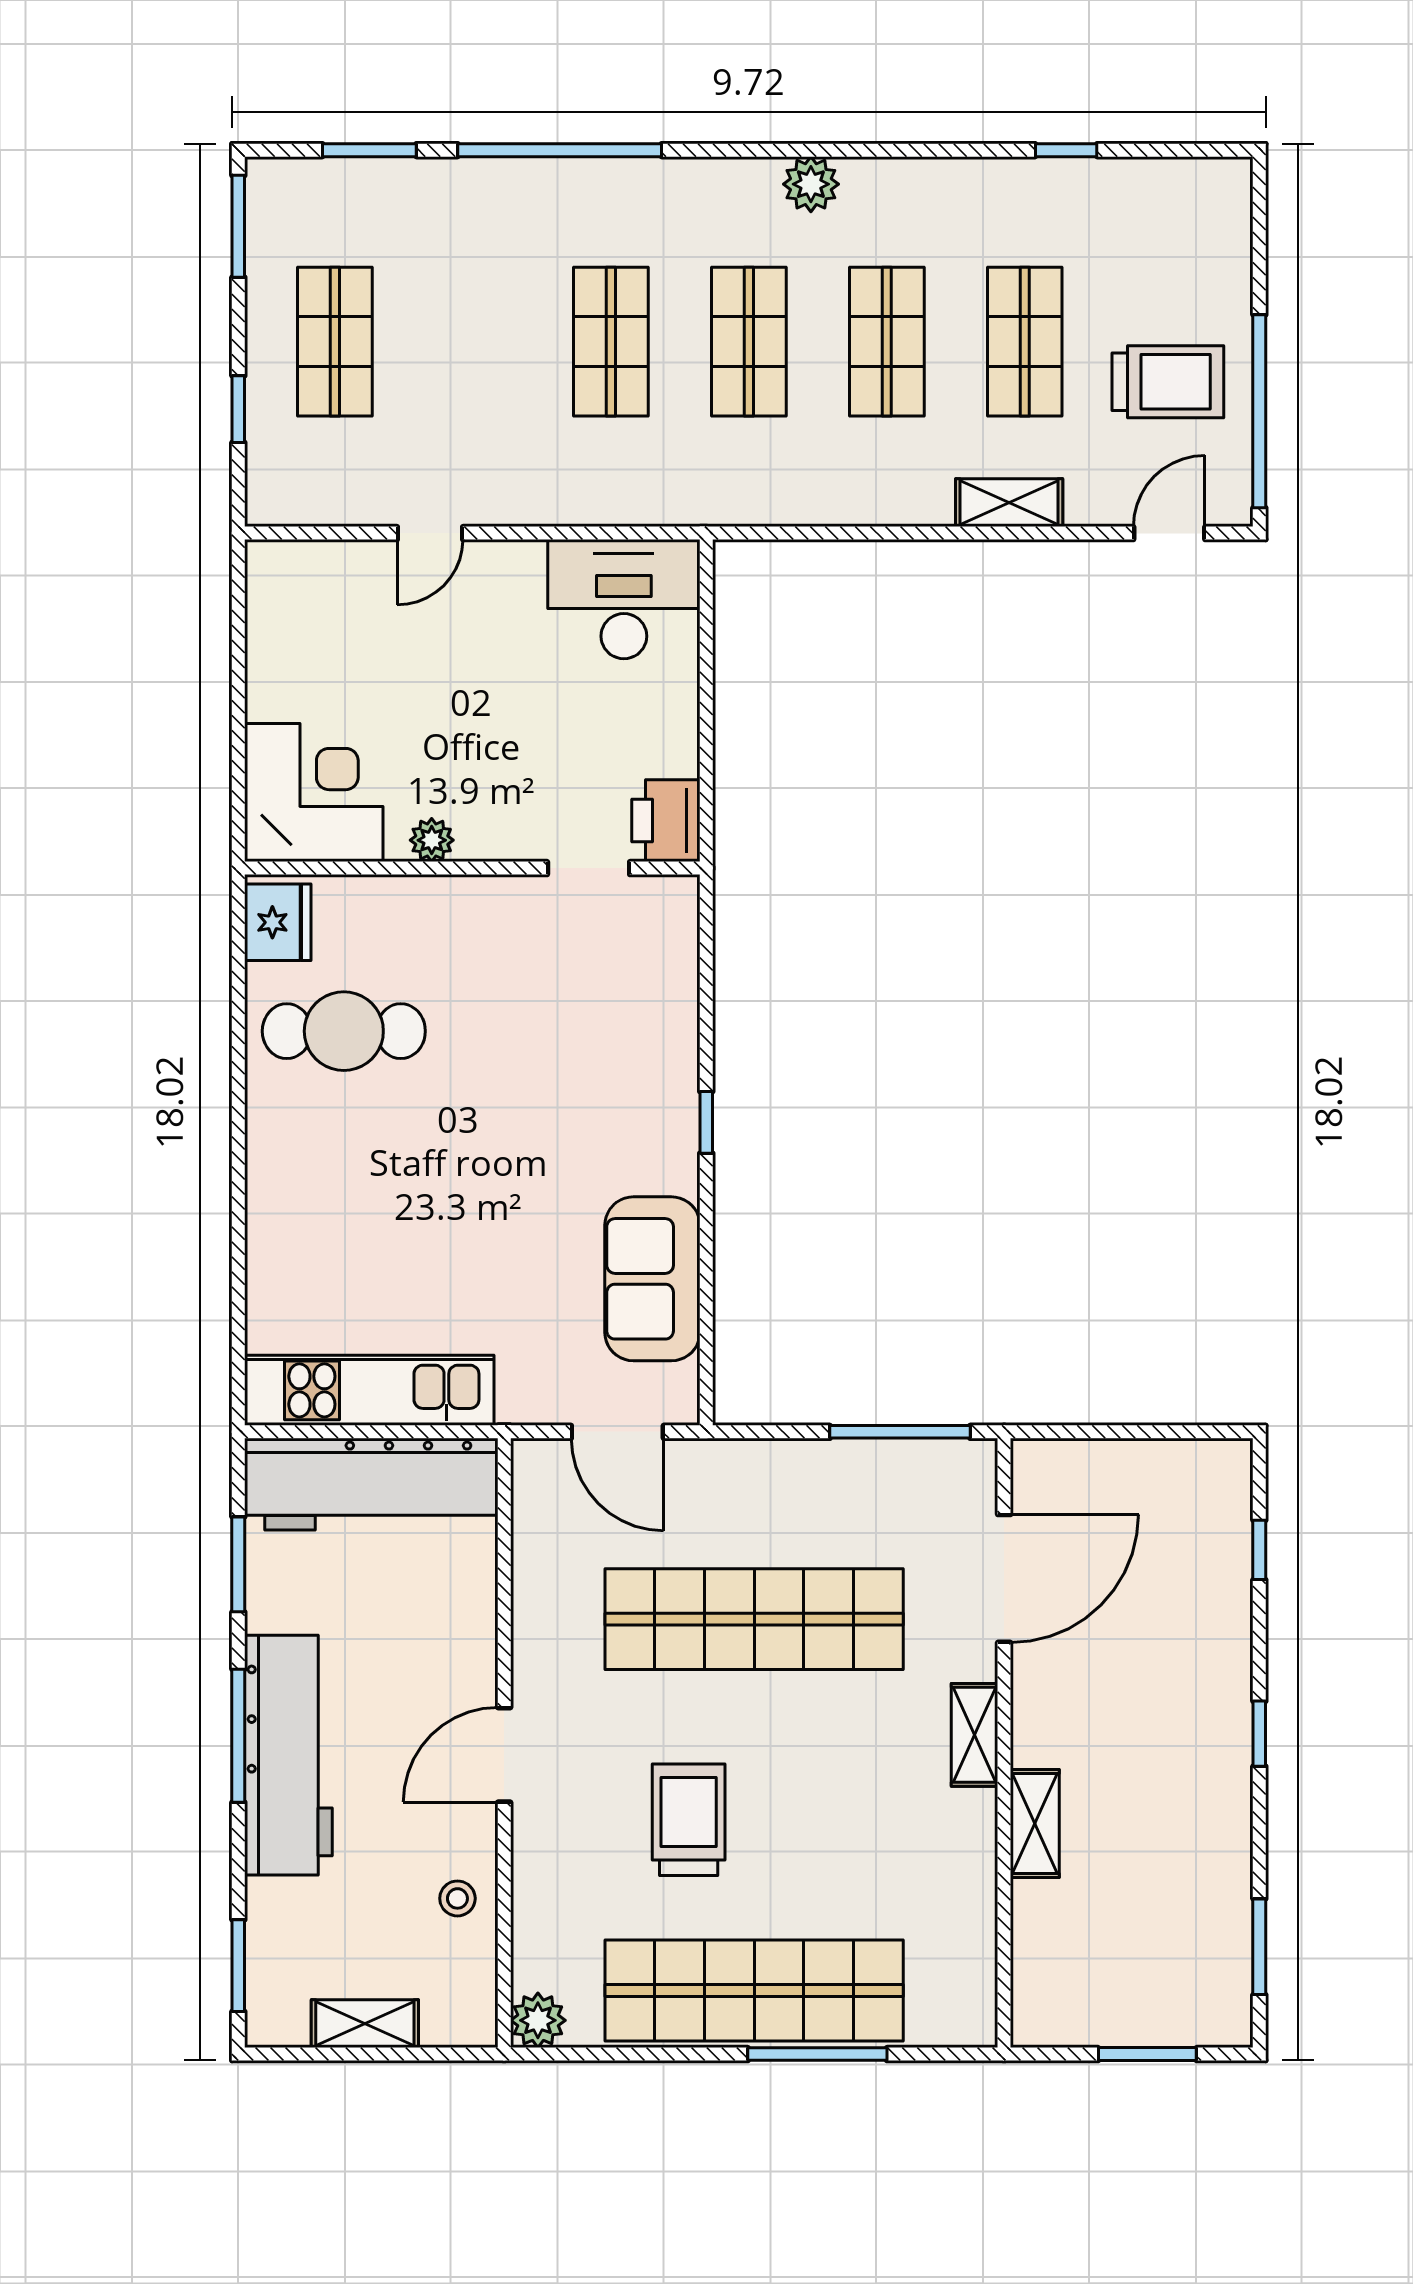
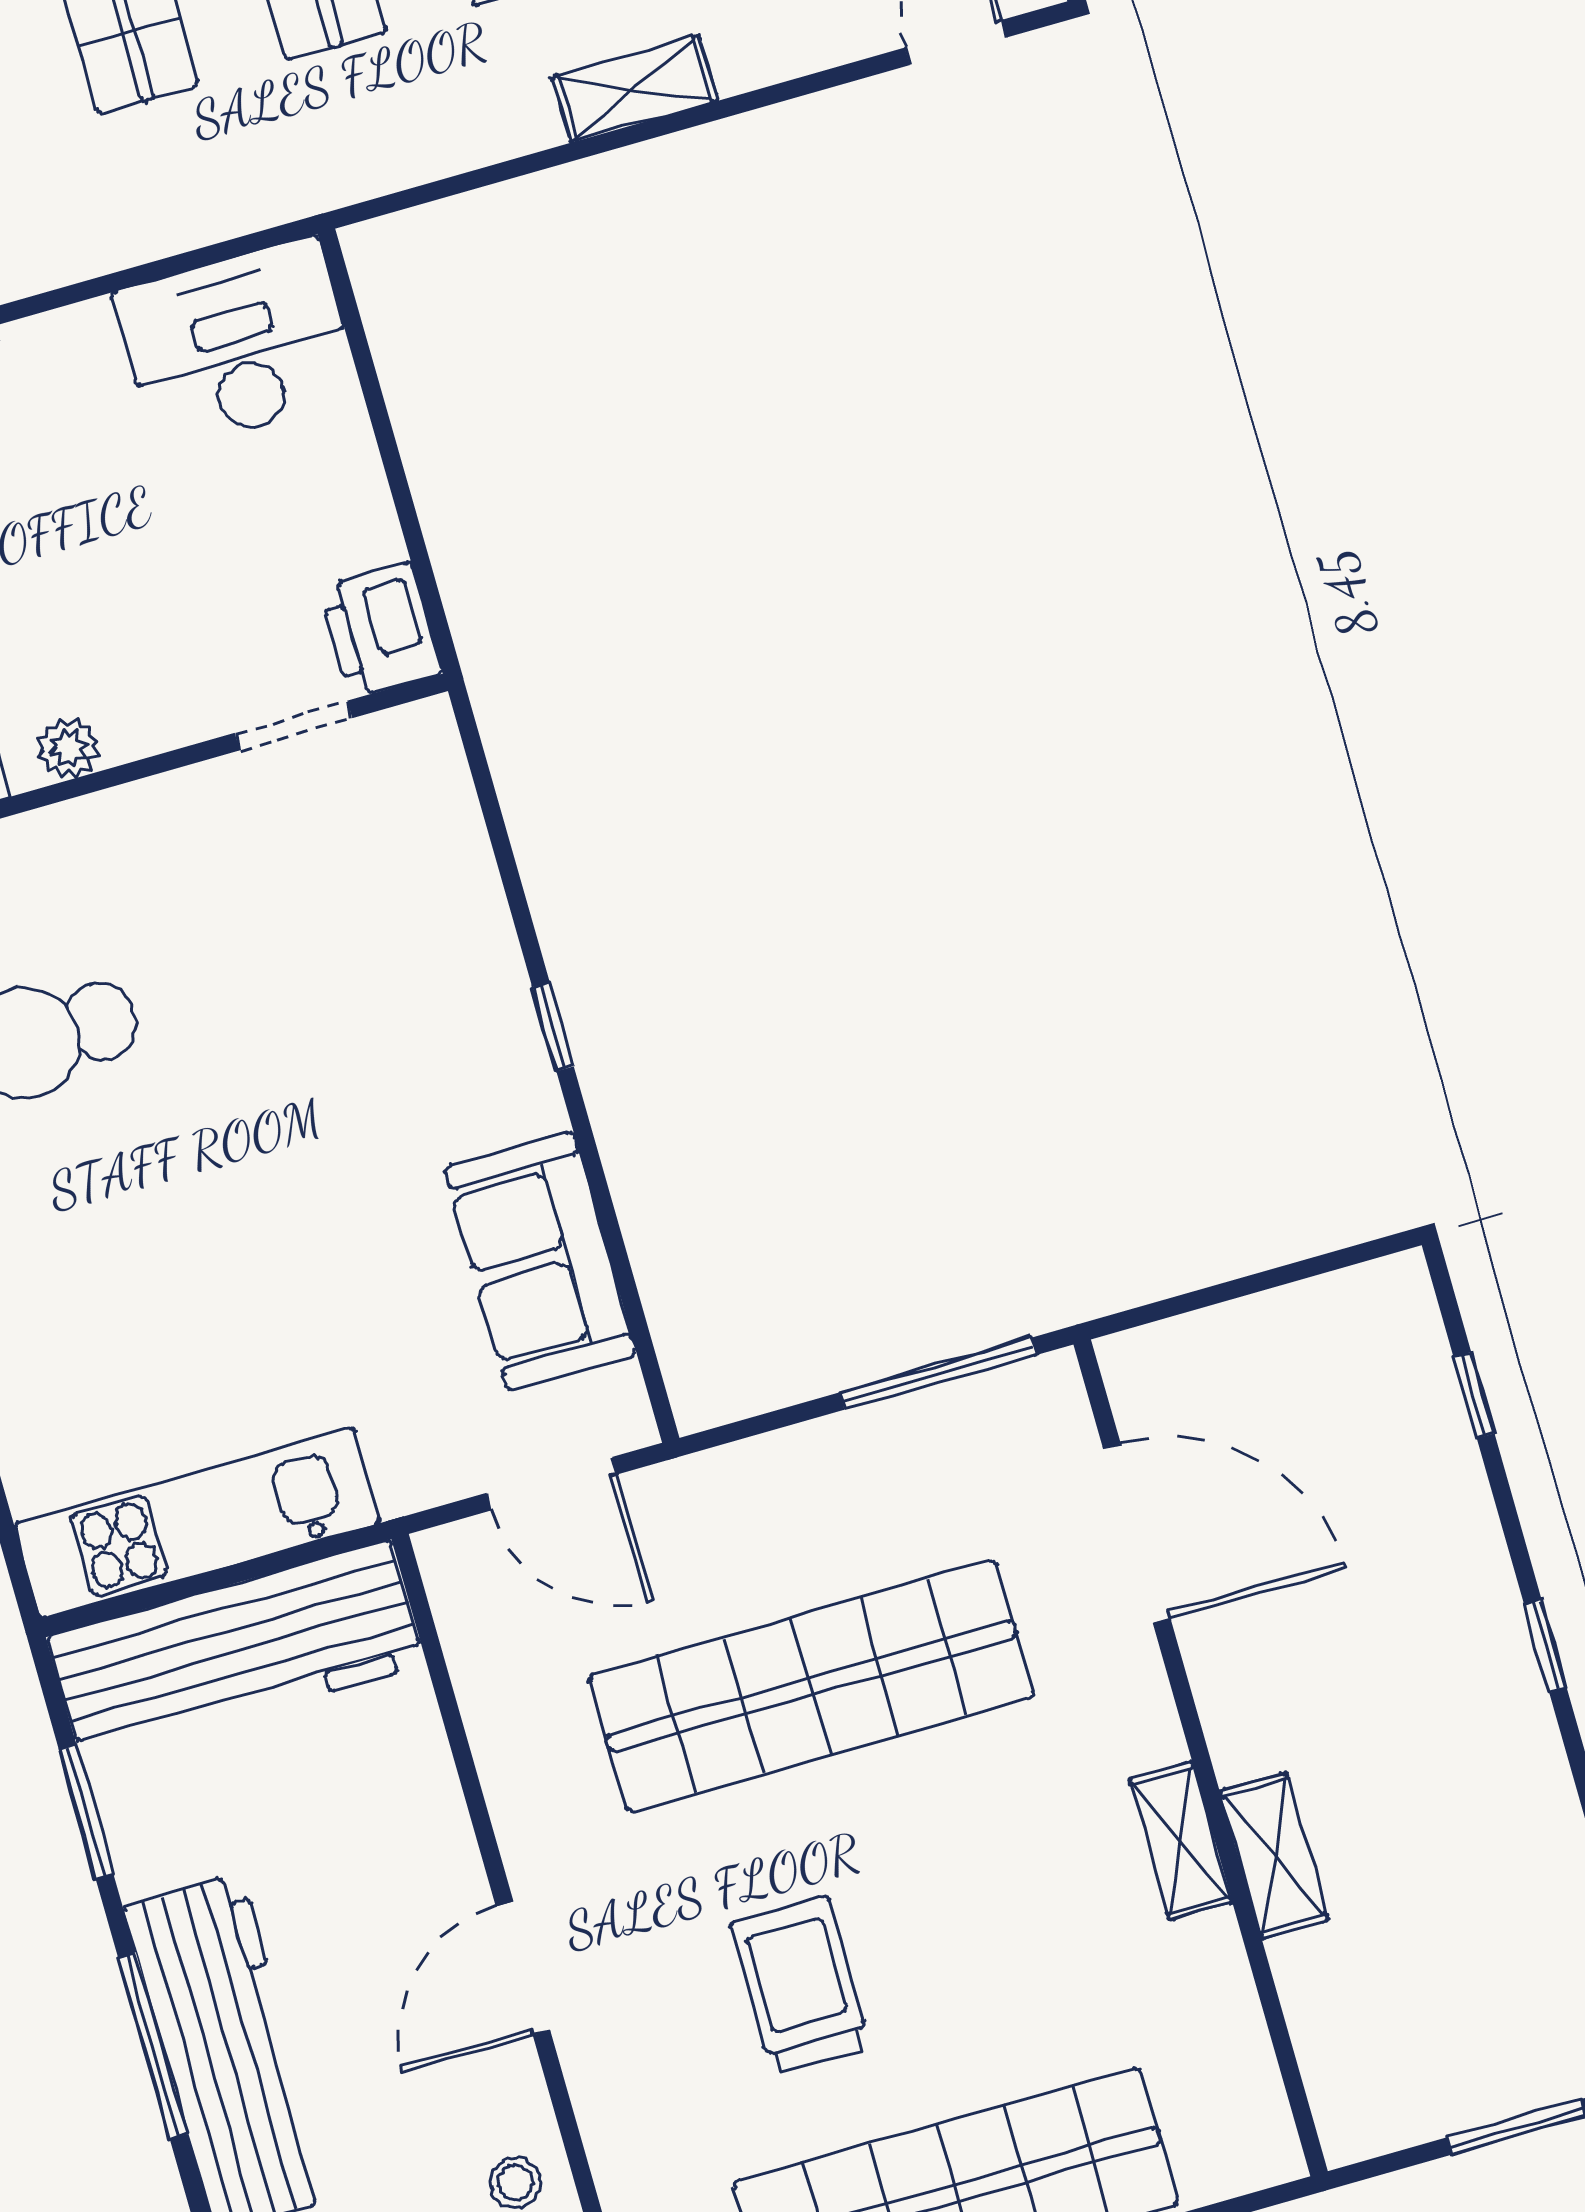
shelving: (1009, 503) -> (635, 89), moved
door: (1004, 1578) -> (1137, 1533), hinge flipped
shelving: (975, 1735) -> (1181, 1841), moved

